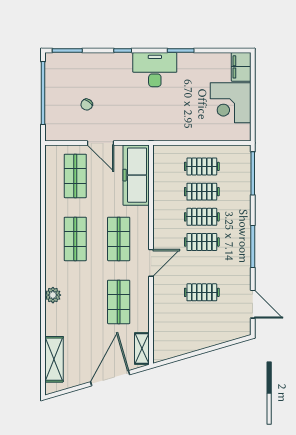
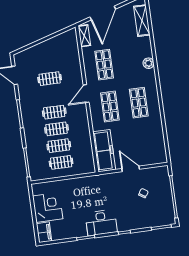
shop shelf: (75, 176) -> (144, 145), removed

